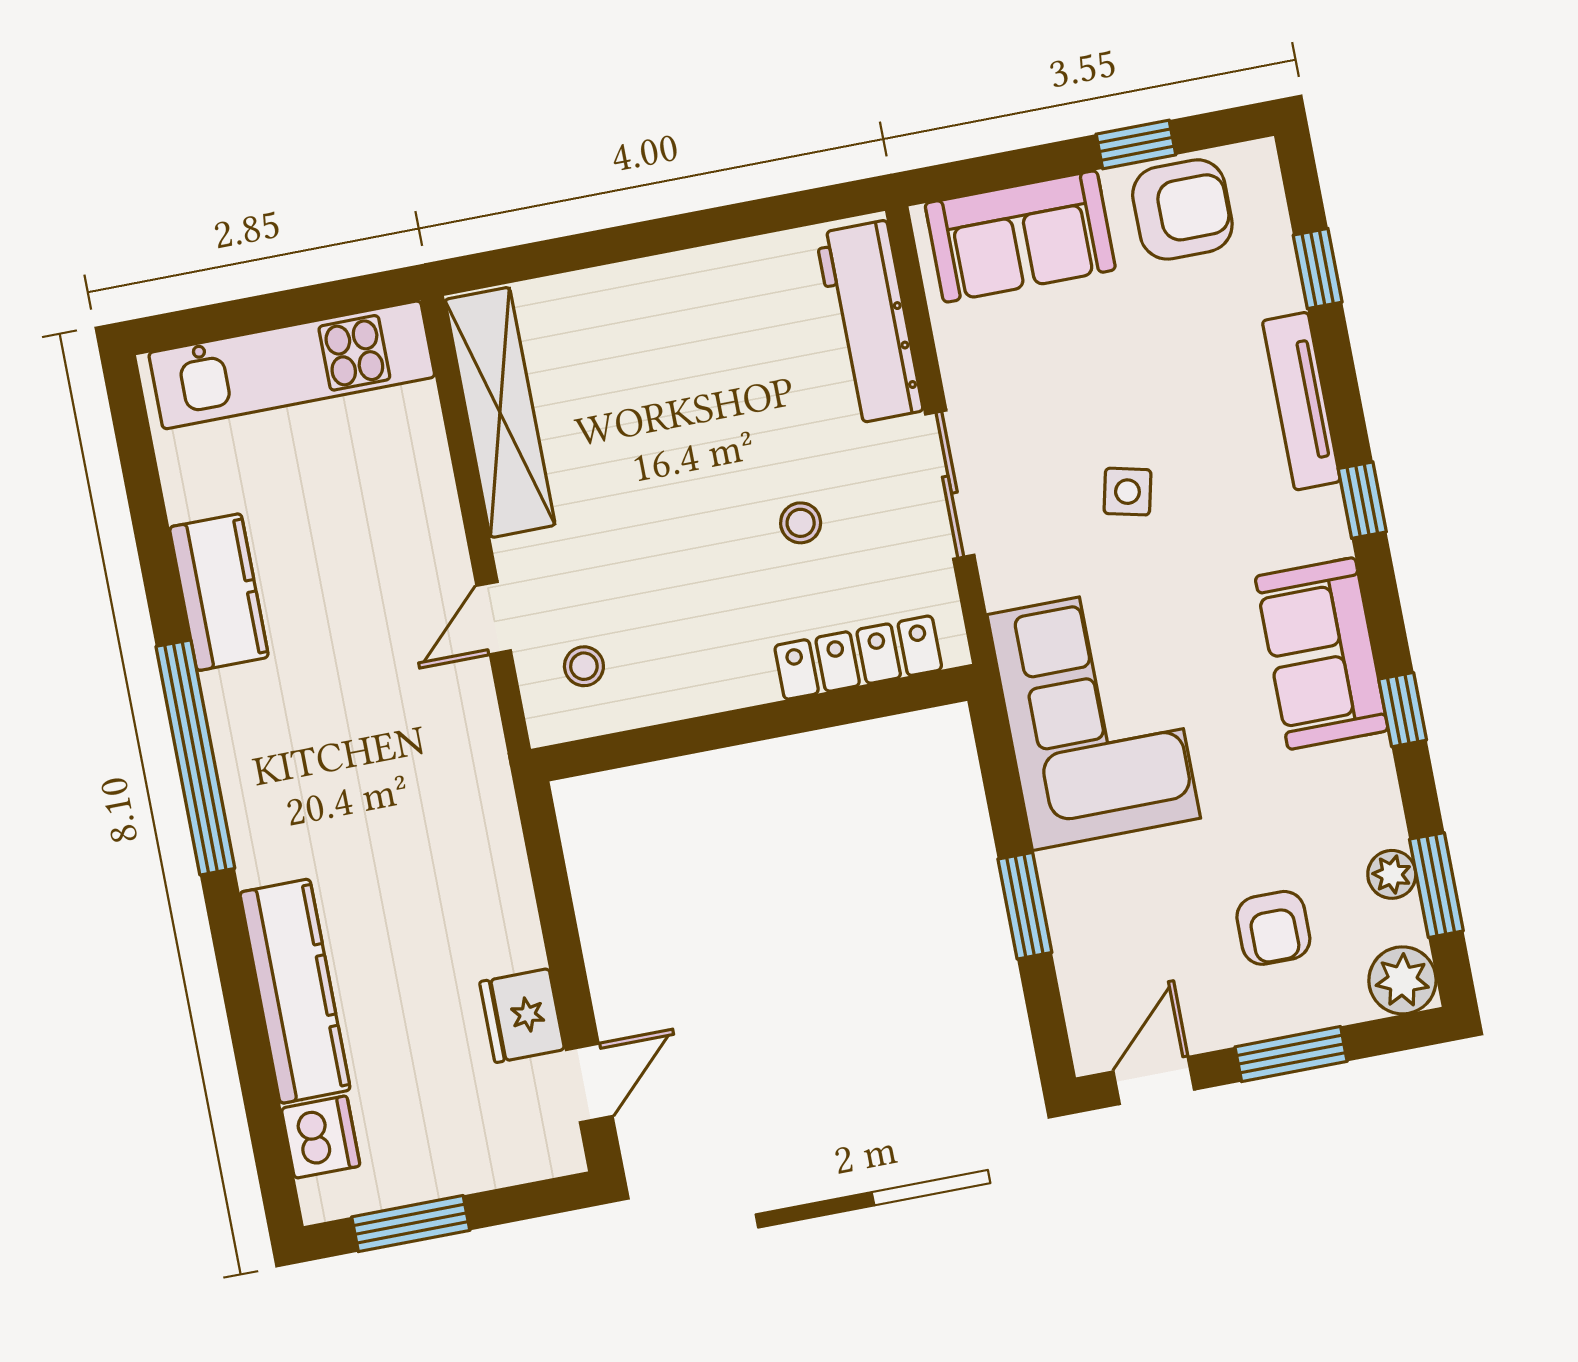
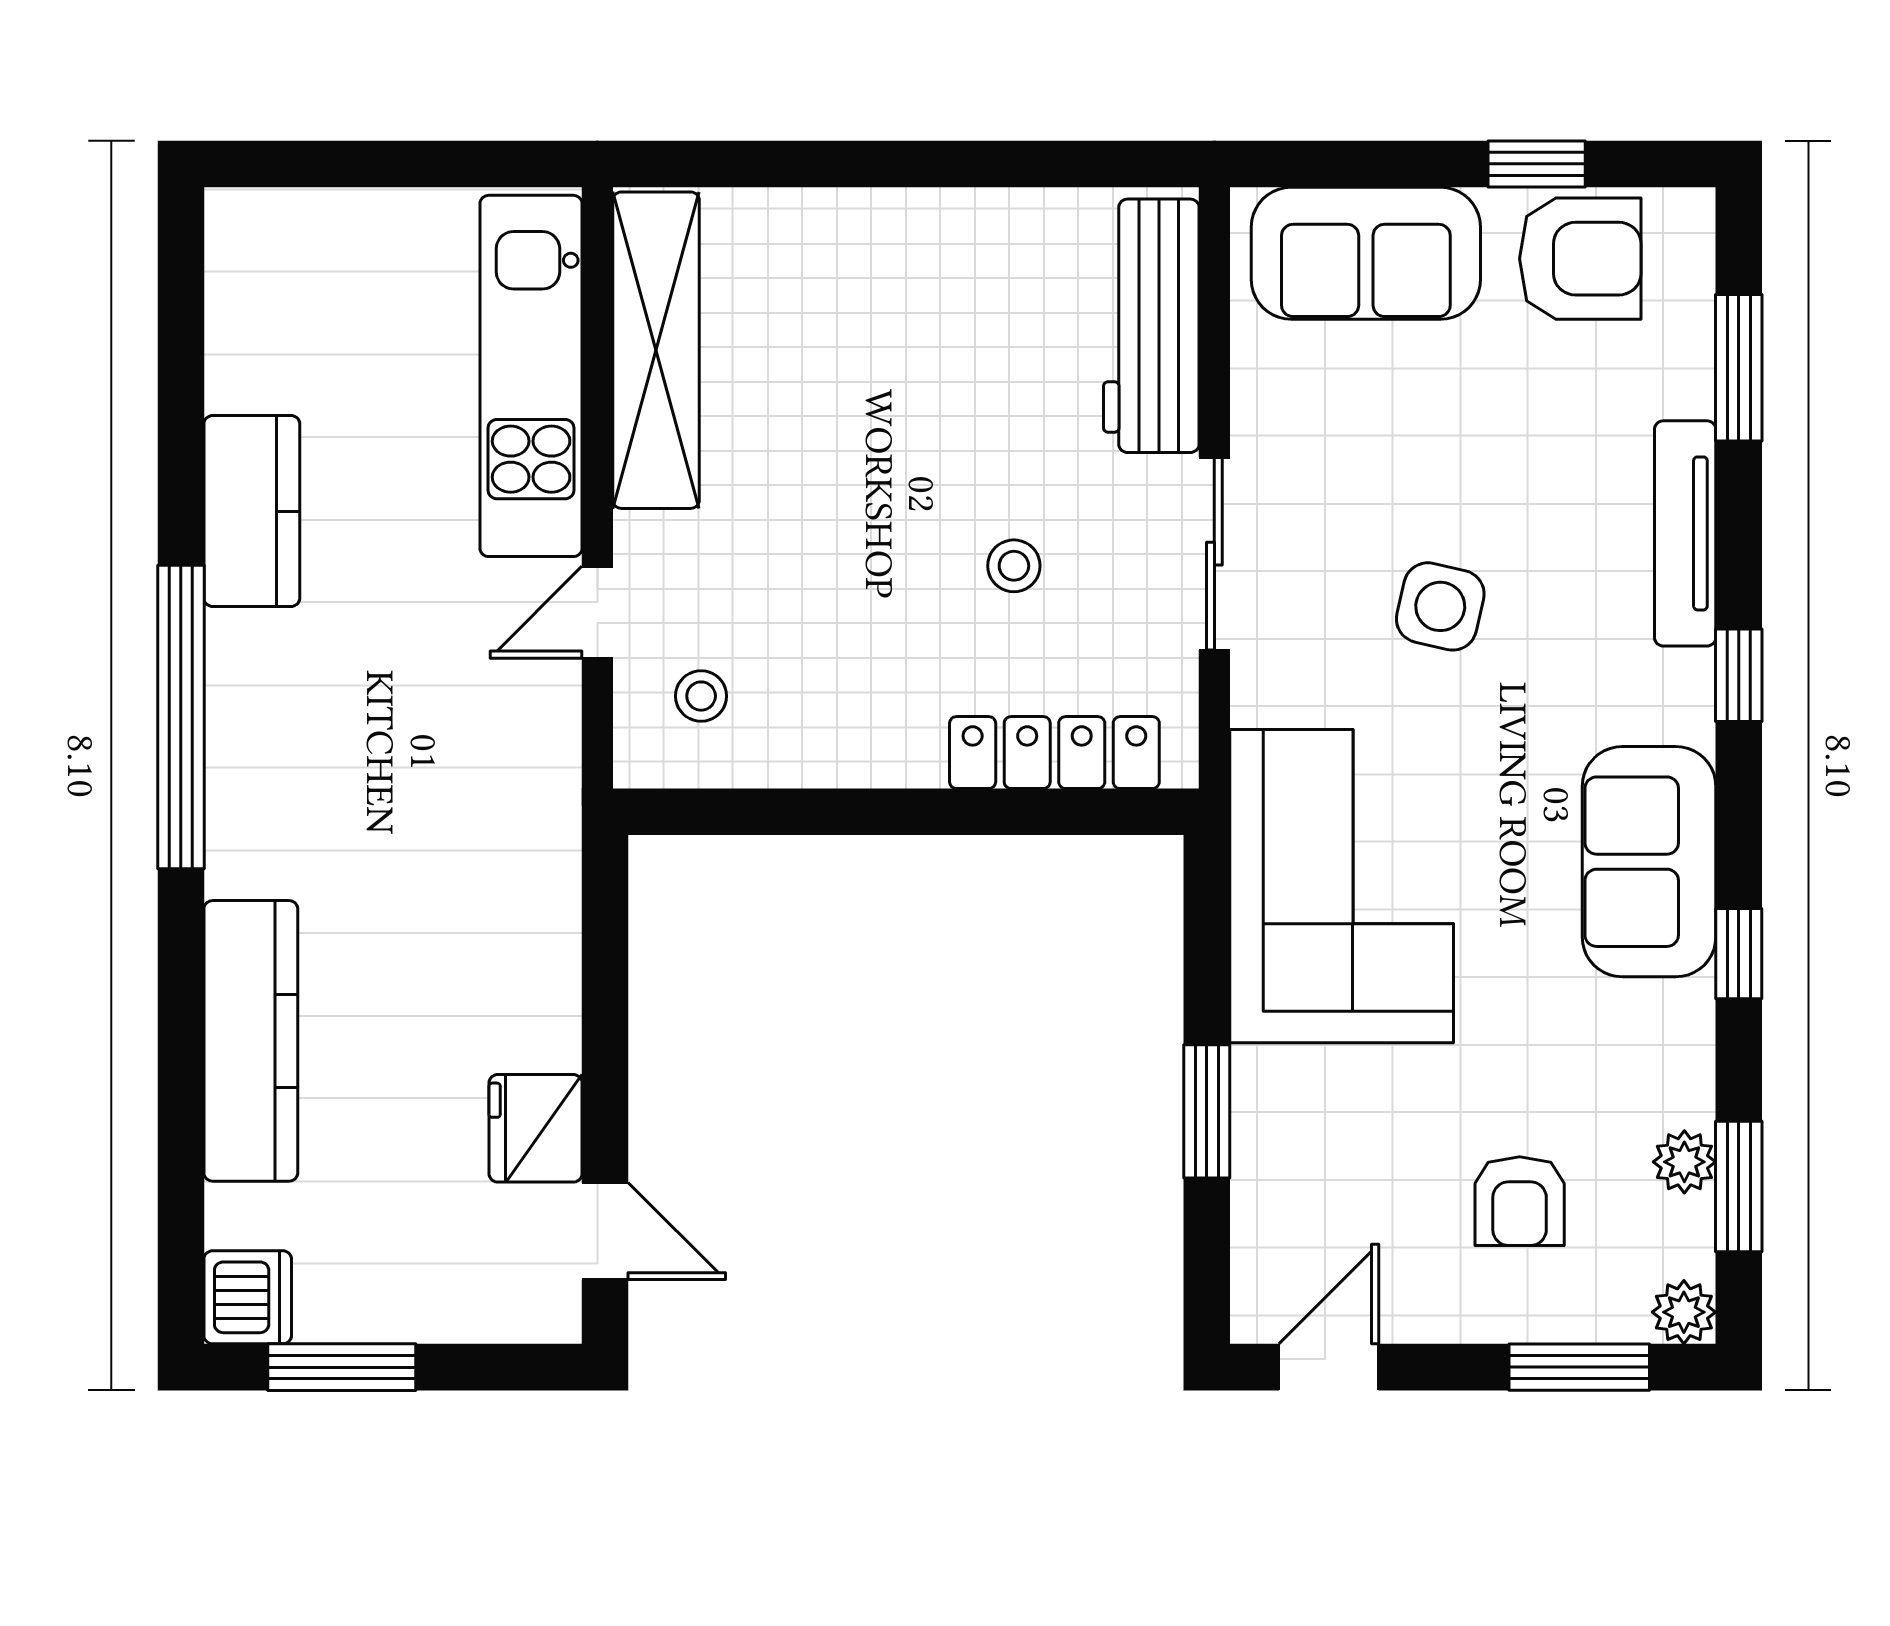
window: (1318, 269) -> (1739, 368), width x1.50
kitchen unit: (292, 365) -> (531, 376), moved, turned 90
side table: (1127, 492) -> (1440, 606), width x1.37, depth x1.37
plant: (1402, 980) -> (1684, 1312), width x0.73, depth x0.73
window: (1291, 1054) -> (1579, 1367), moved
door: (589, 1083) -> (605, 1231), hinge flipped
dishwasher: (321, 1137) -> (248, 1297), moved

